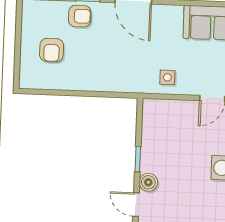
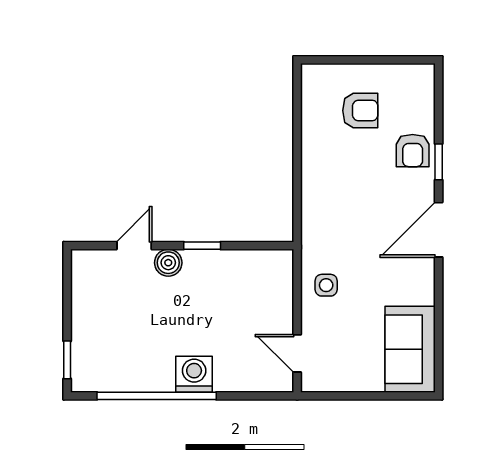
armchair: (52, 50) -> (360, 111), turned 180

